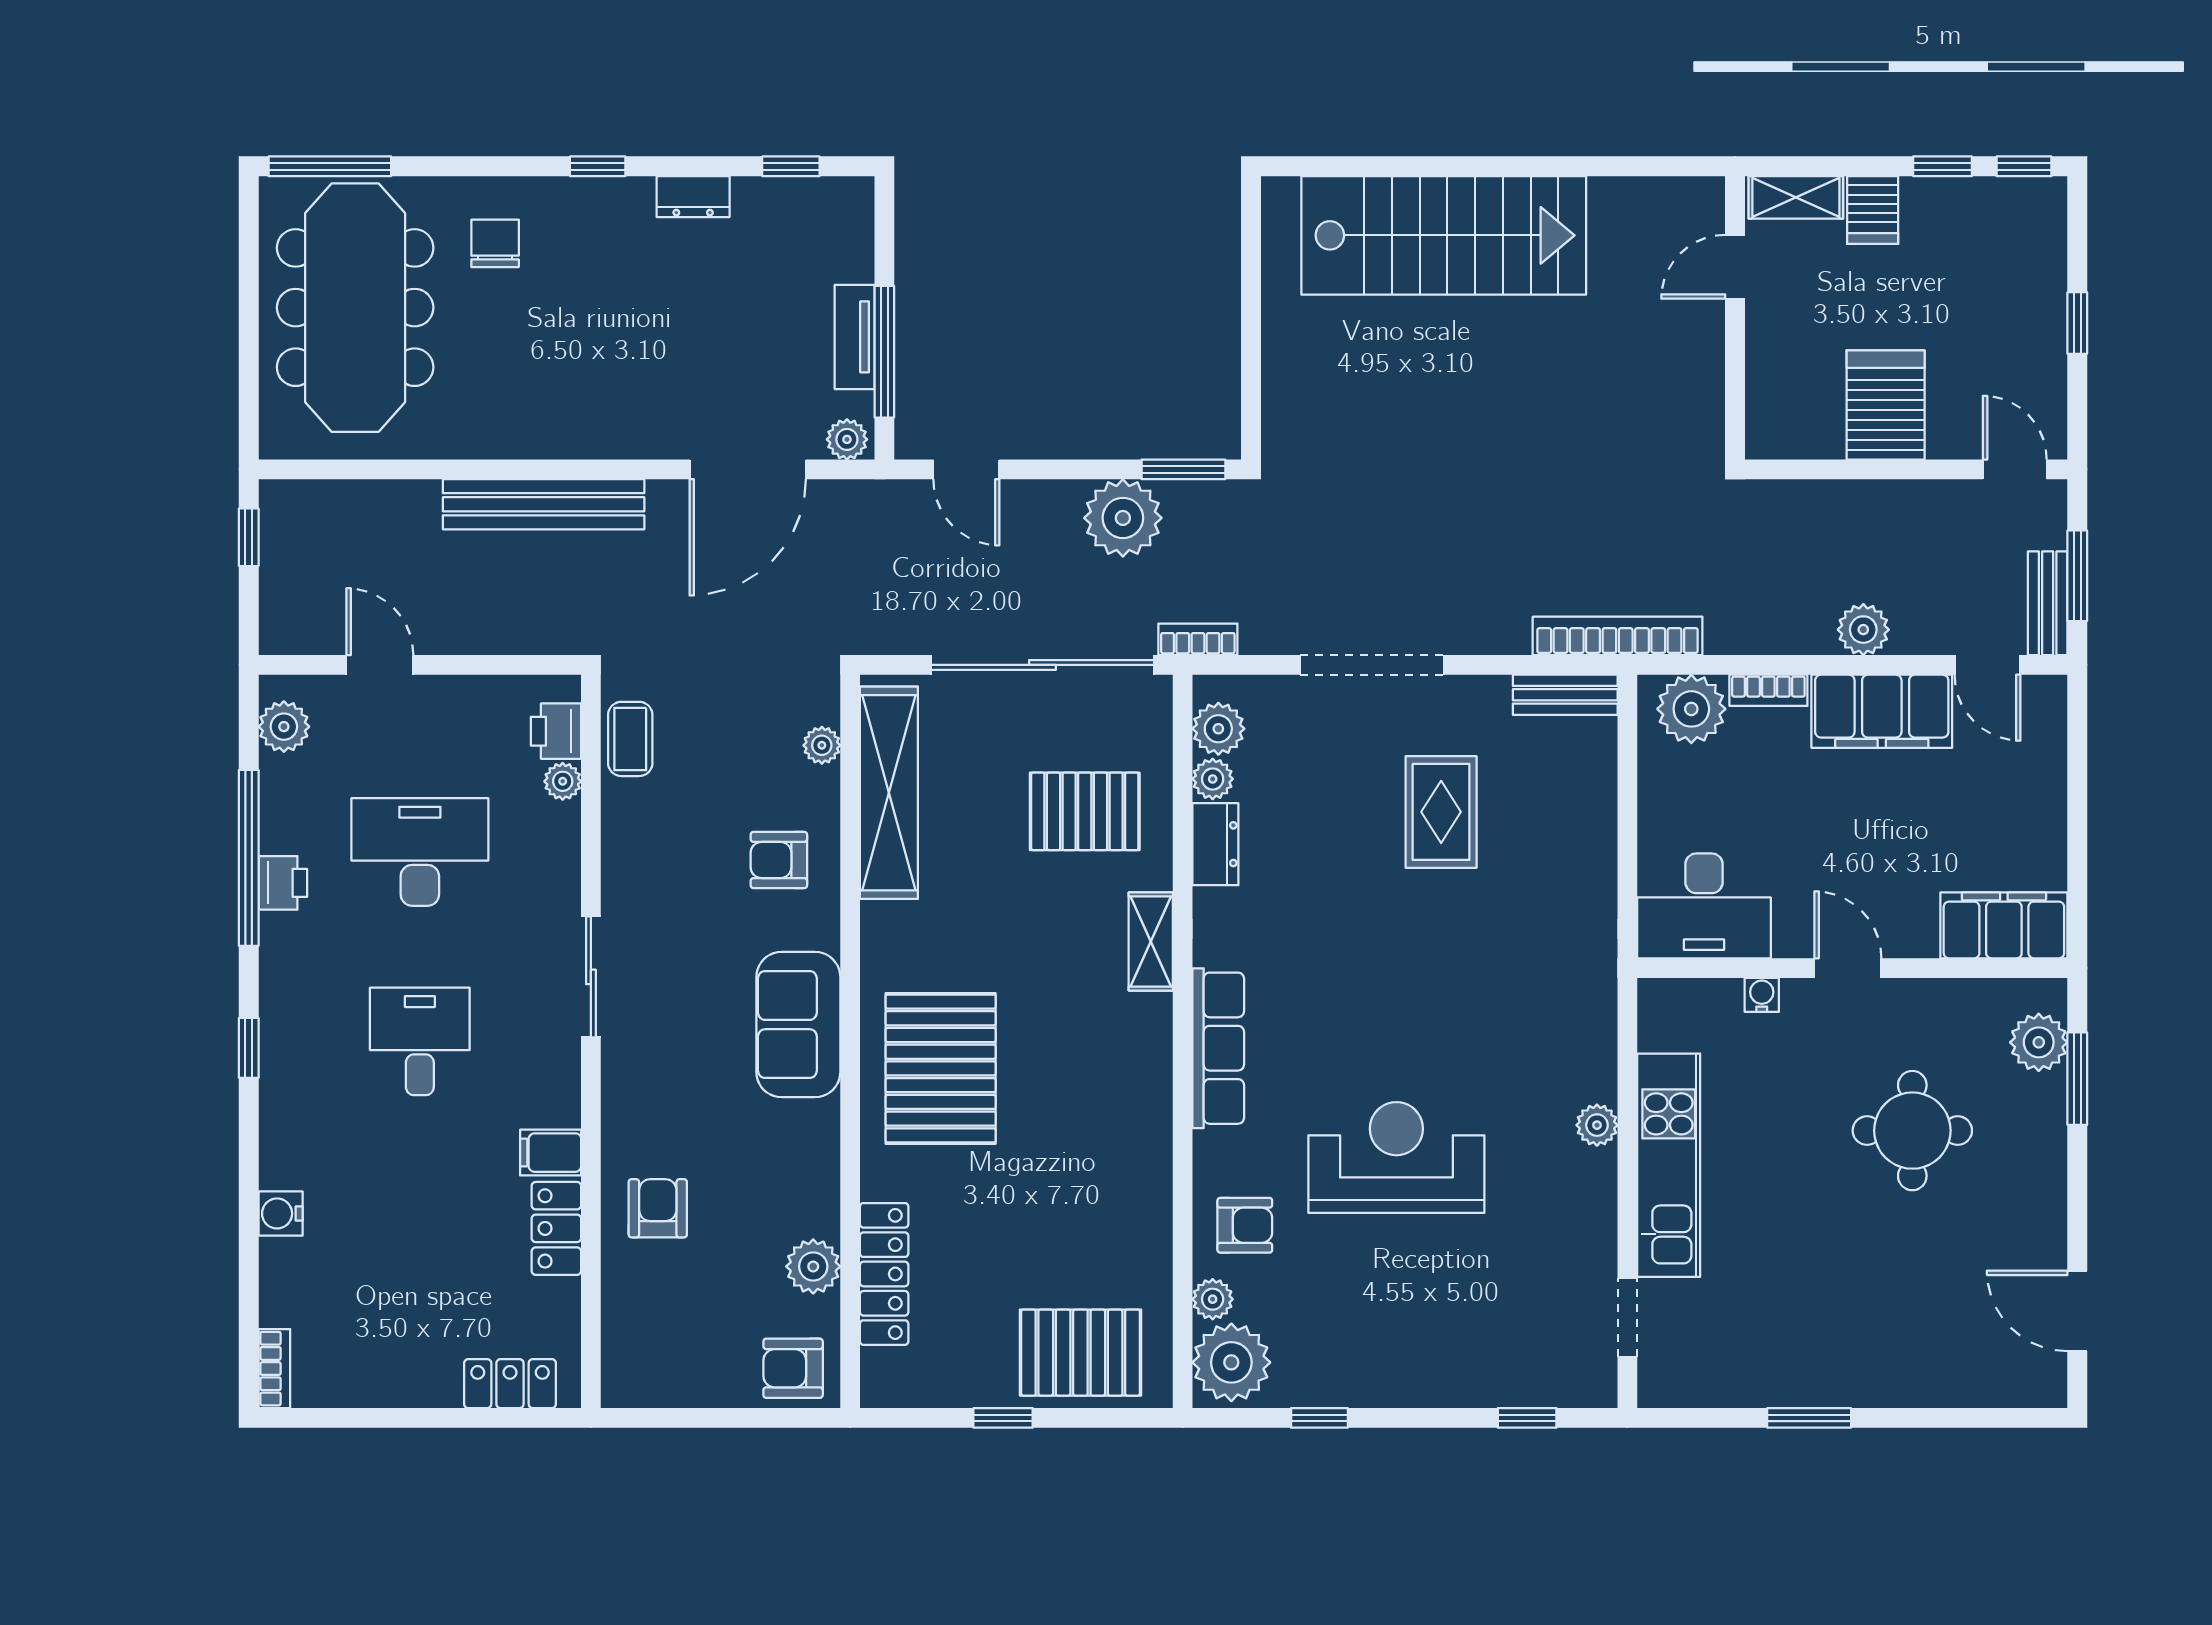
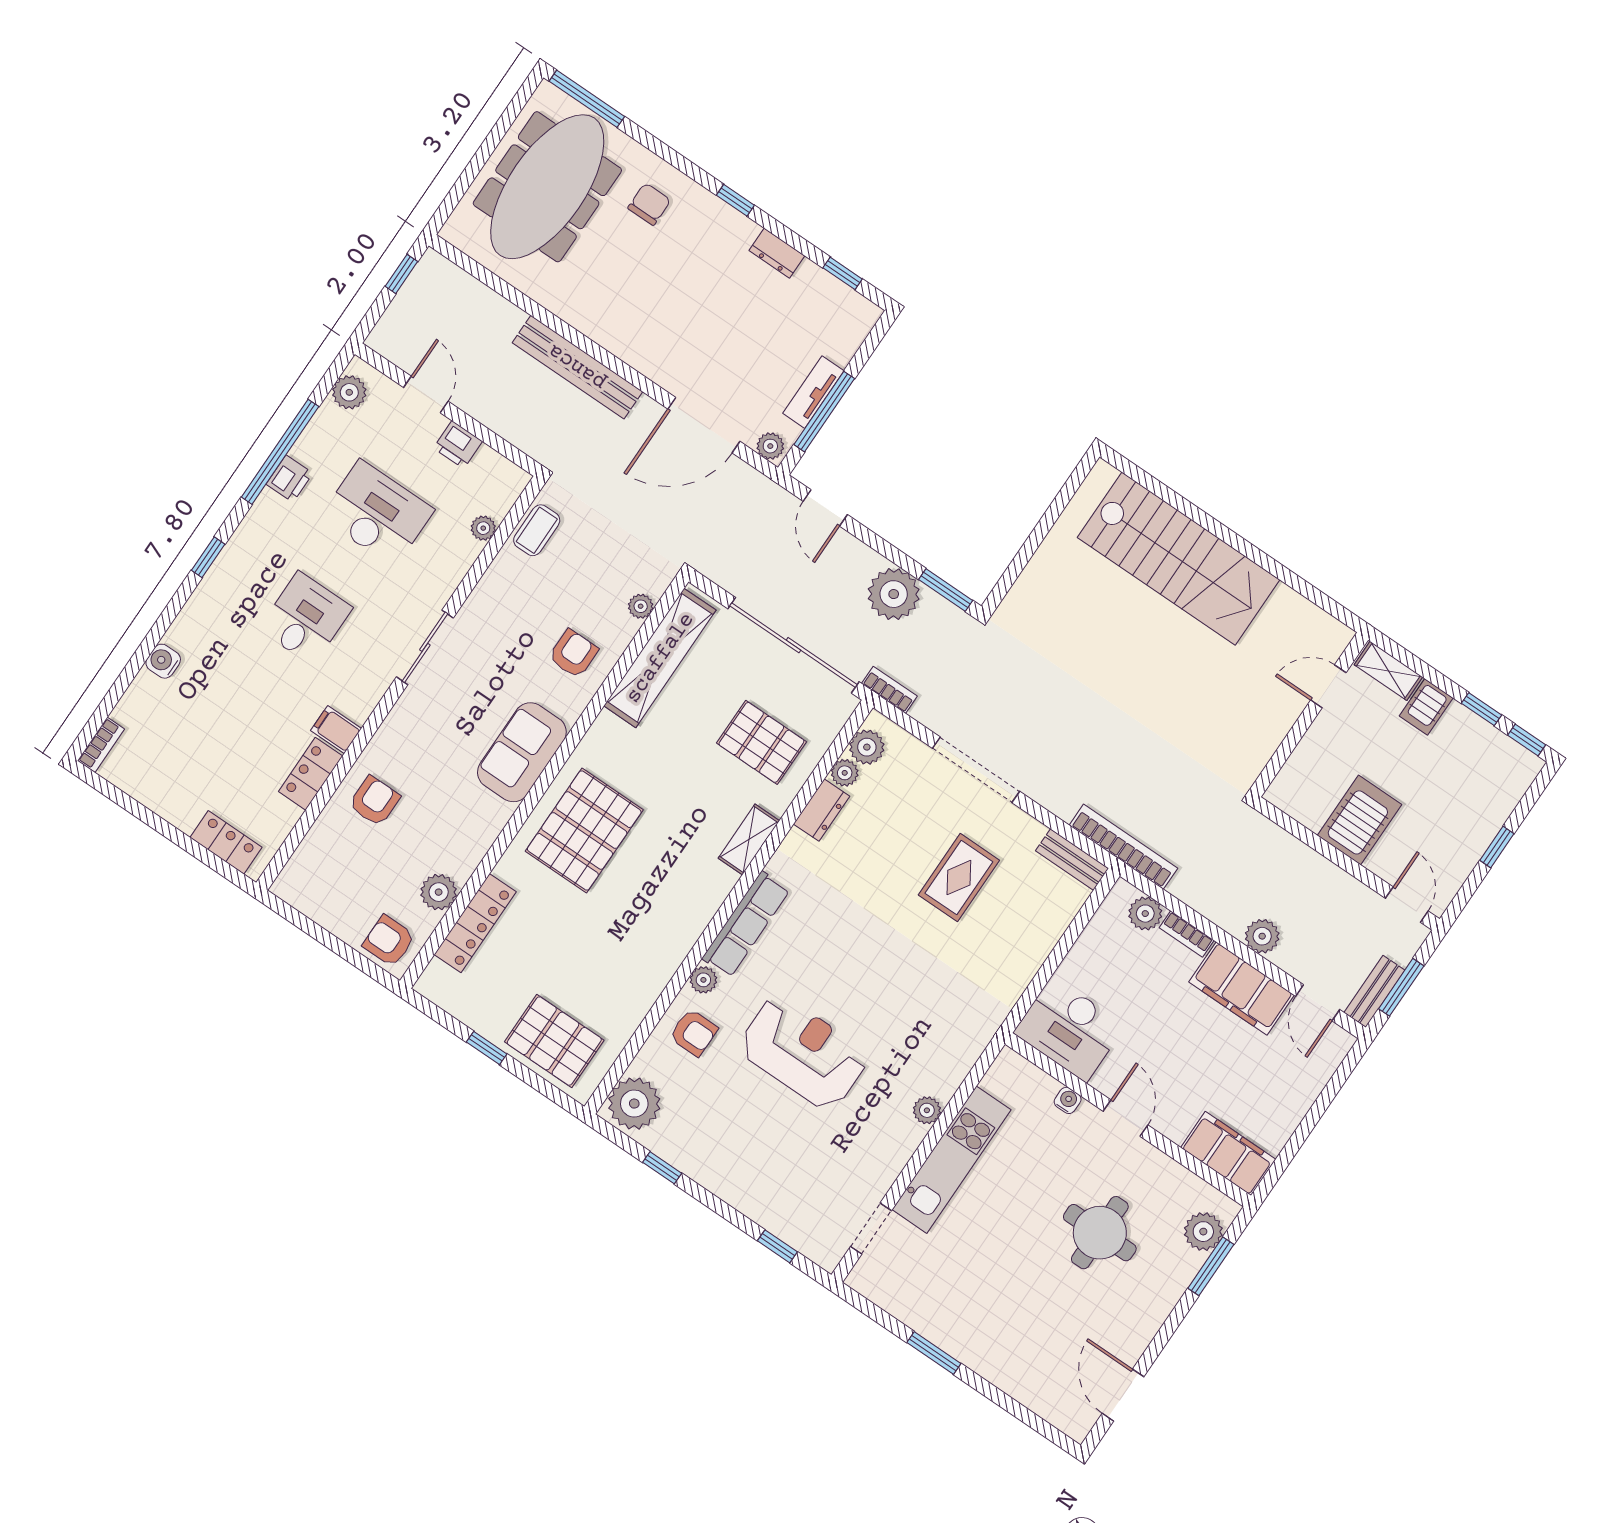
plant: (1691, 709) -> (1145, 914), width x0.73, depth x0.73
printer: (556, 731) -> (458, 445), moved, turned -90
armchair: (779, 860) -> (573, 654), turned 90
plant: (1213, 1299) -> (703, 980), moved

